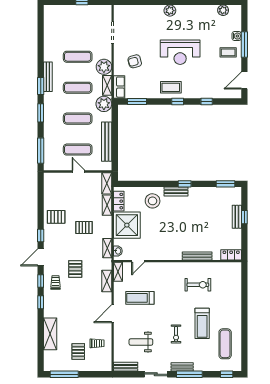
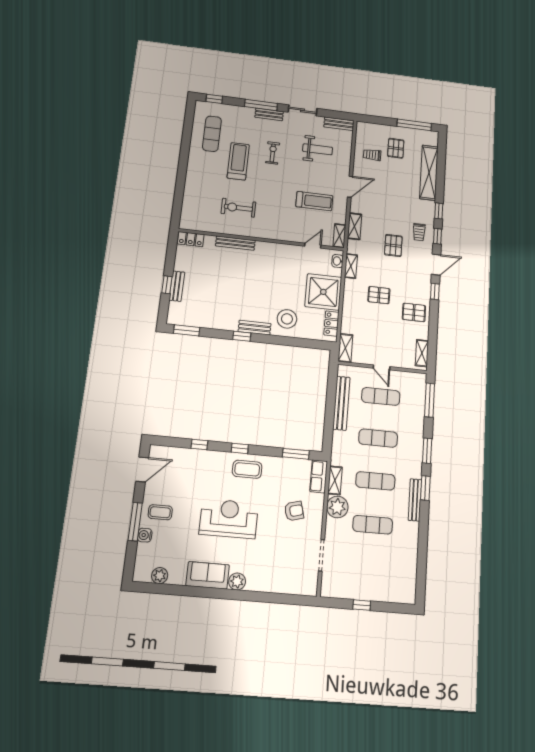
sofa: (191, 13) -> (208, 575), added
plant: (104, 104) -> (341, 455), removed
shelving: (107, 205) -> (422, 353), moved
shelving: (50, 334) -> (429, 173), width x1.47

